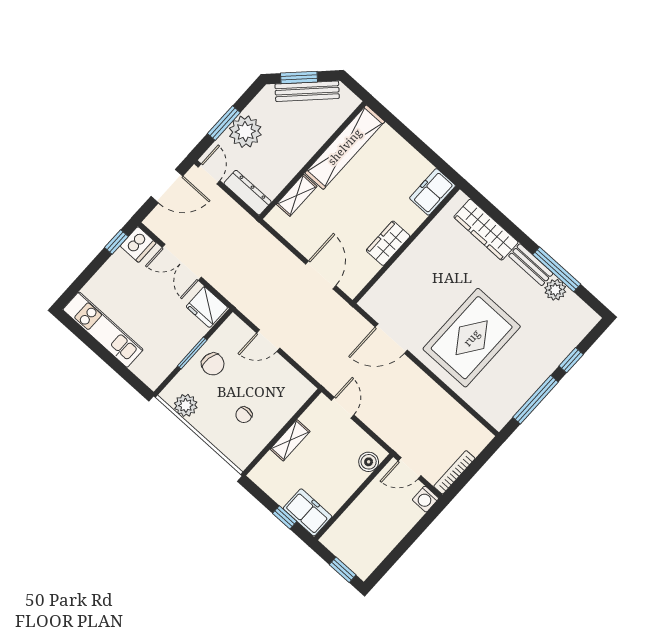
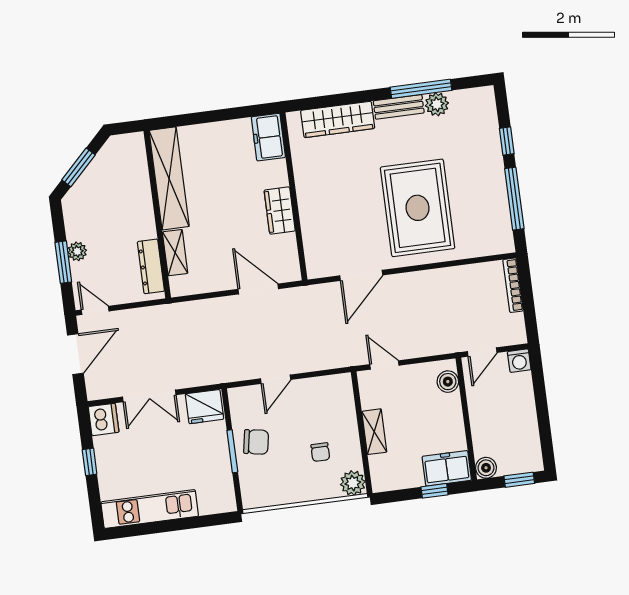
bench: (307, 91) -> (96, 170), removed
plant: (245, 132) -> (77, 251), width x0.53, depth x0.53
dresser: (248, 193) -> (151, 266), moved, turned -90
window: (116, 242) -> (90, 462), moved
plant: (186, 405) -> (353, 483), moved
bookcase: (454, 472) -> (513, 285), moved
boiler: (331, 540) -> (486, 468), added

